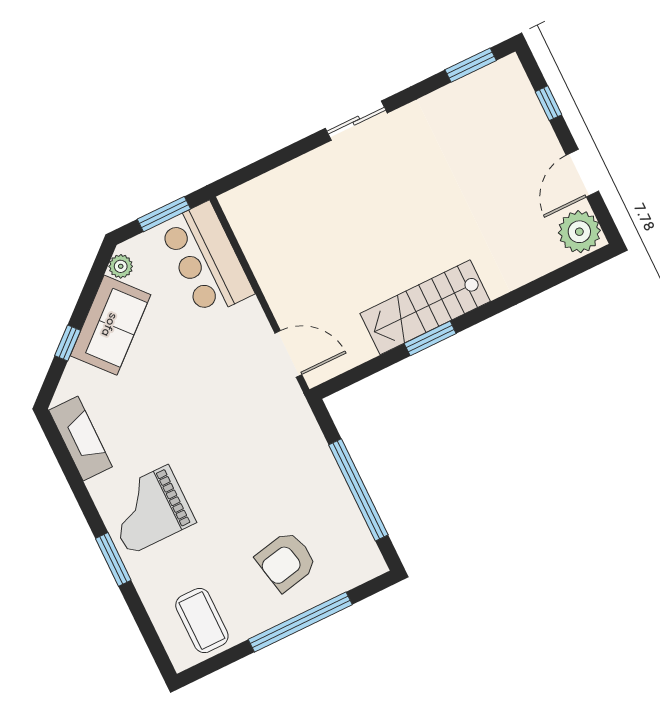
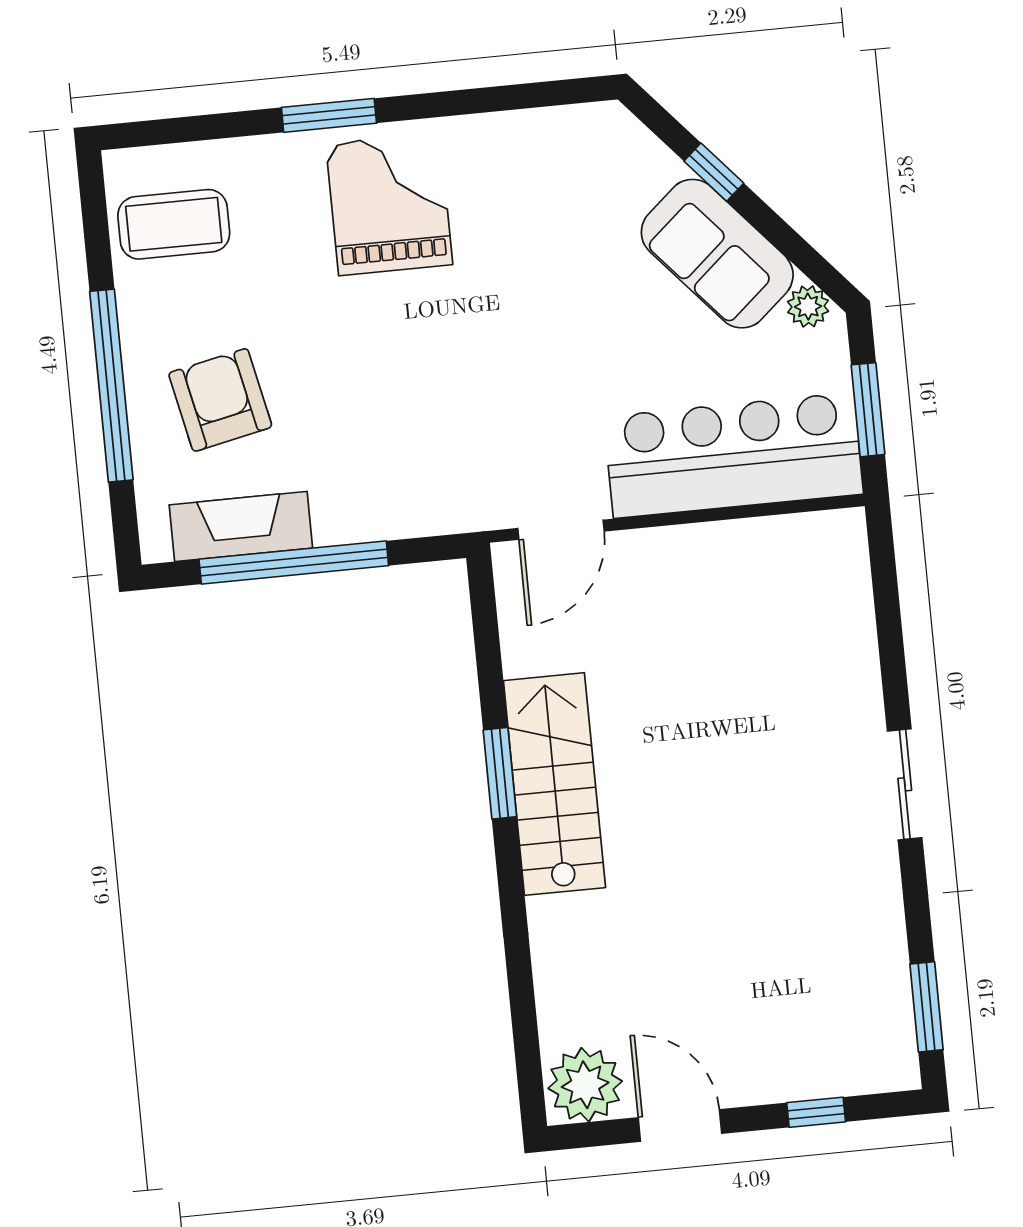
bar counter: (206, 260) -> (734, 455), width x1.36
fireplace: (80, 438) -> (241, 526), moved, turned 180

